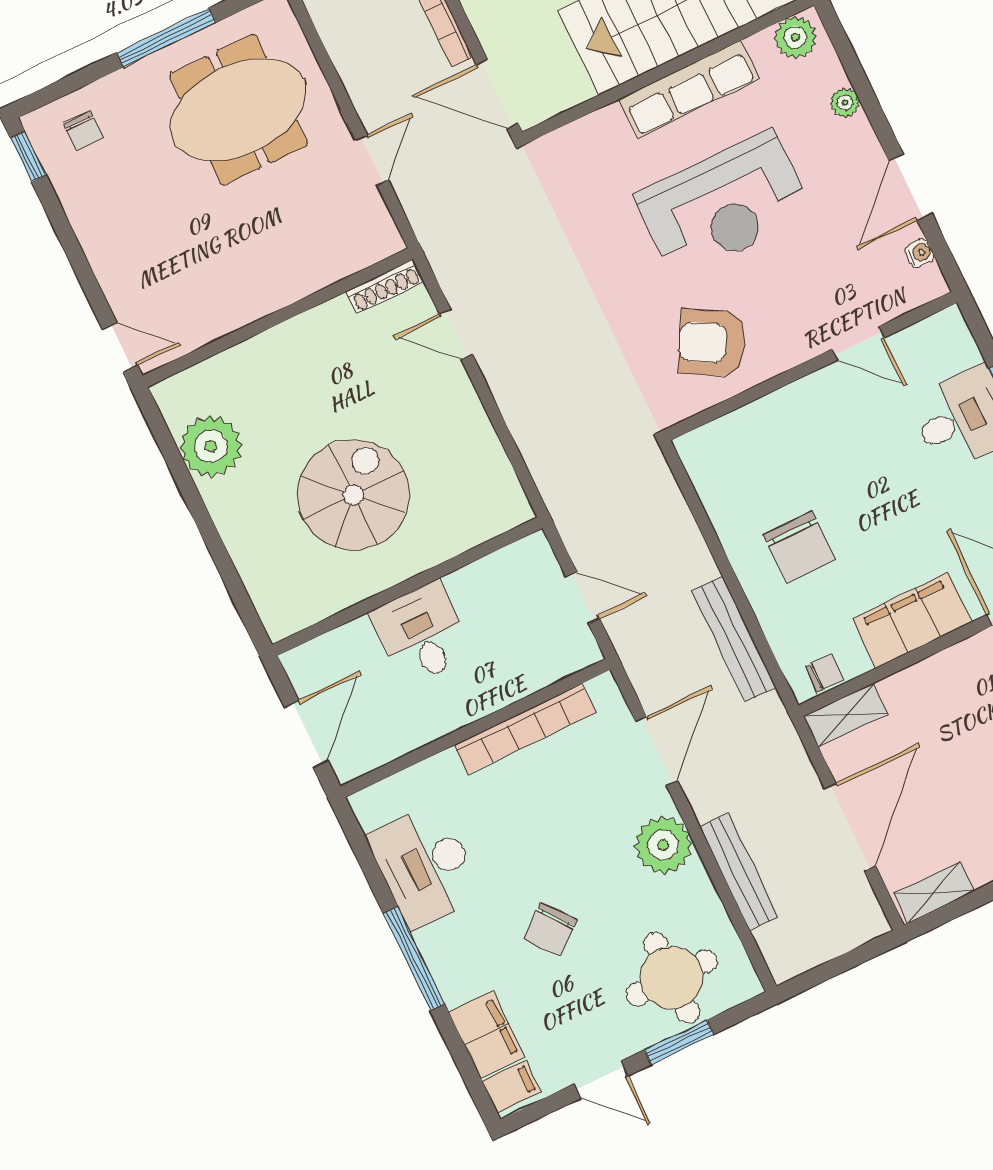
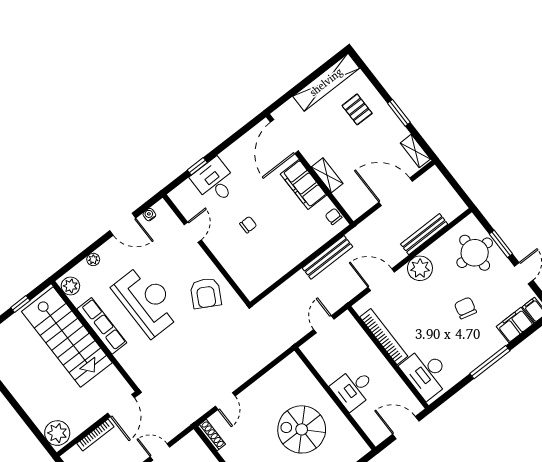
chair: (799, 547) -> (248, 225), moved, width x0.54, depth x0.54
shelving: (846, 715) -> (327, 175), moved
desk: (425, 866) -> (426, 373), moved, turned 90
chair: (550, 929) -> (465, 308), turned -128

